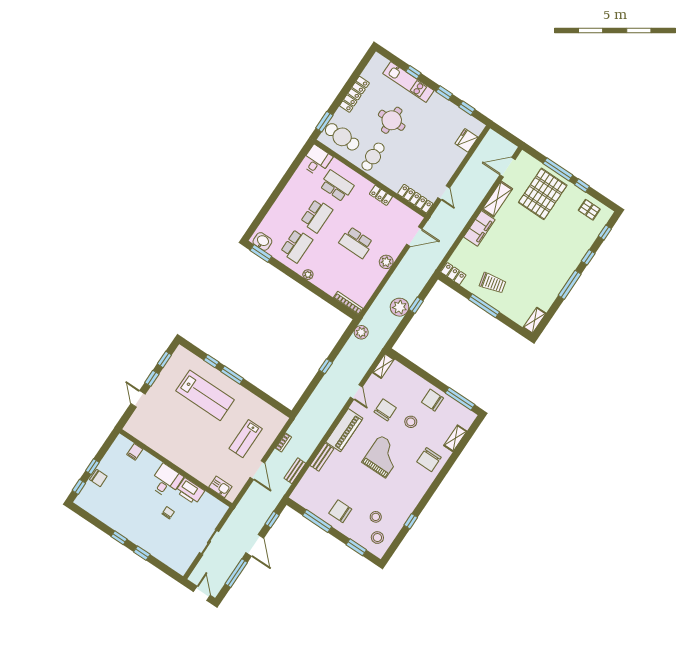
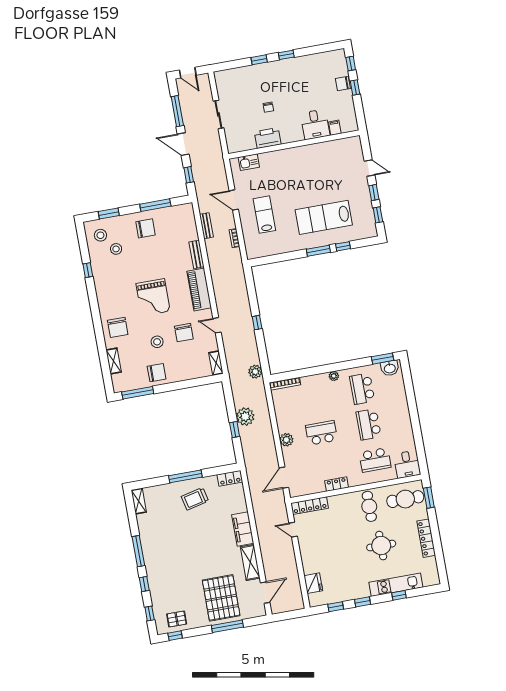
window: (582, 185) -> (175, 636), moved
chair: (429, 460) -> (118, 327), turned 180
desk: (166, 481) -> (315, 124), moved

